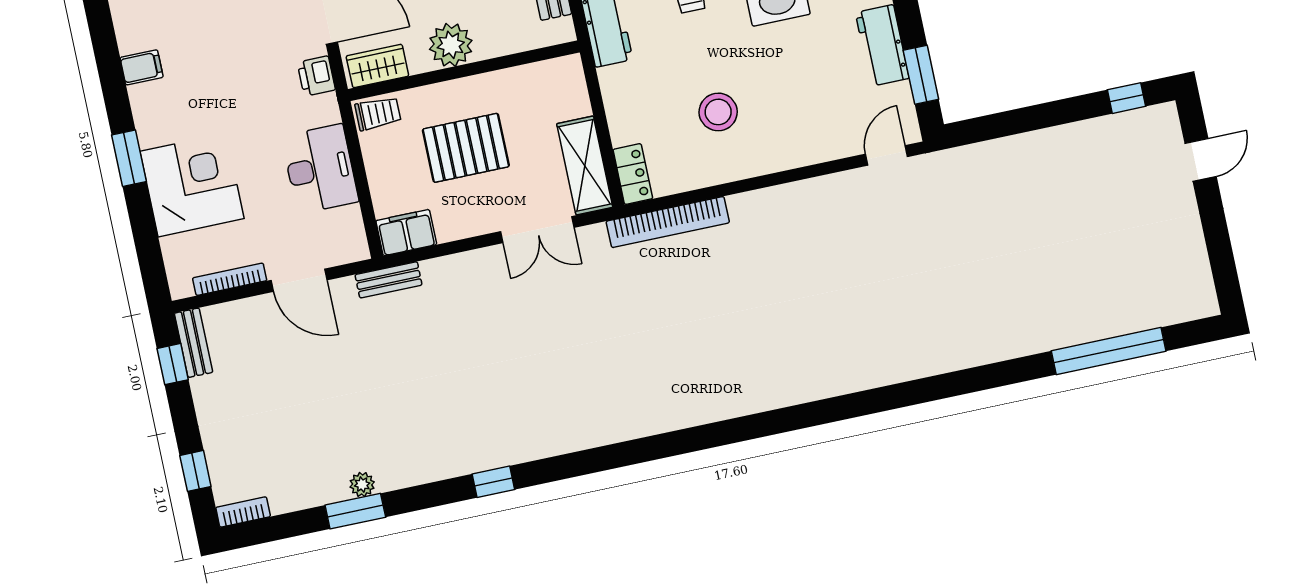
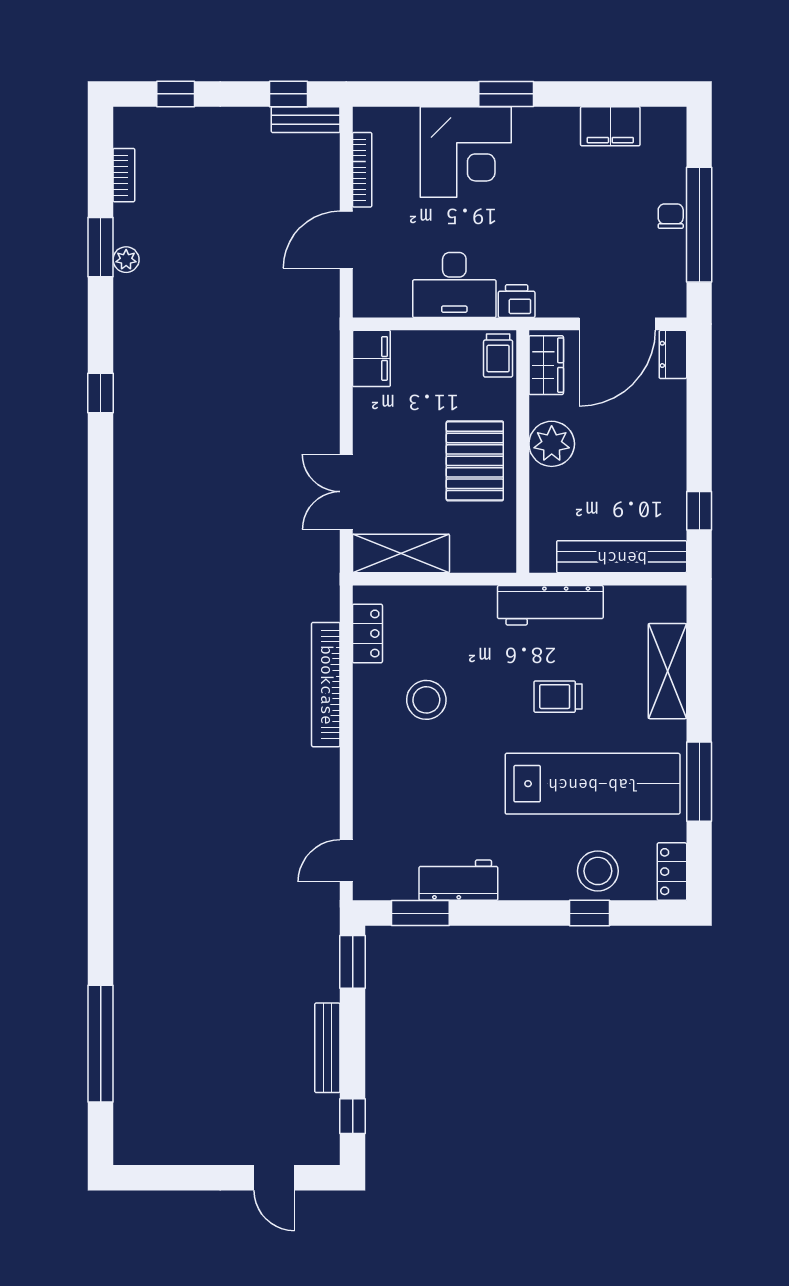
filing cabinet: (142, 67) -> (610, 126), width x2.00
printer: (316, 76) -> (517, 301), moved
window: (981, 129) -> (353, 962), added
pallet: (466, 148) -> (475, 461), moved
door: (886, 155) -> (346, 861), swing flipped
locker: (633, 174) -> (367, 633), moved, turned -90
bookcase: (668, 222) -> (326, 685), moved
bench: (389, 280) -> (327, 1048), moved, width x1.36
bookcase: (243, 512) -> (124, 175), moved

